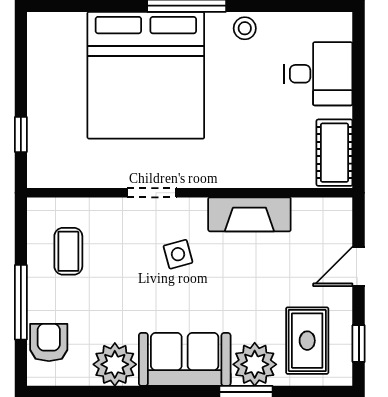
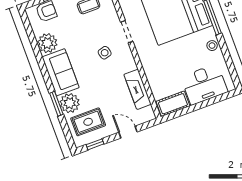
desk: (318, 74) -> (204, 84), width x1.37
fireplace: (249, 214) -> (138, 89), moved

